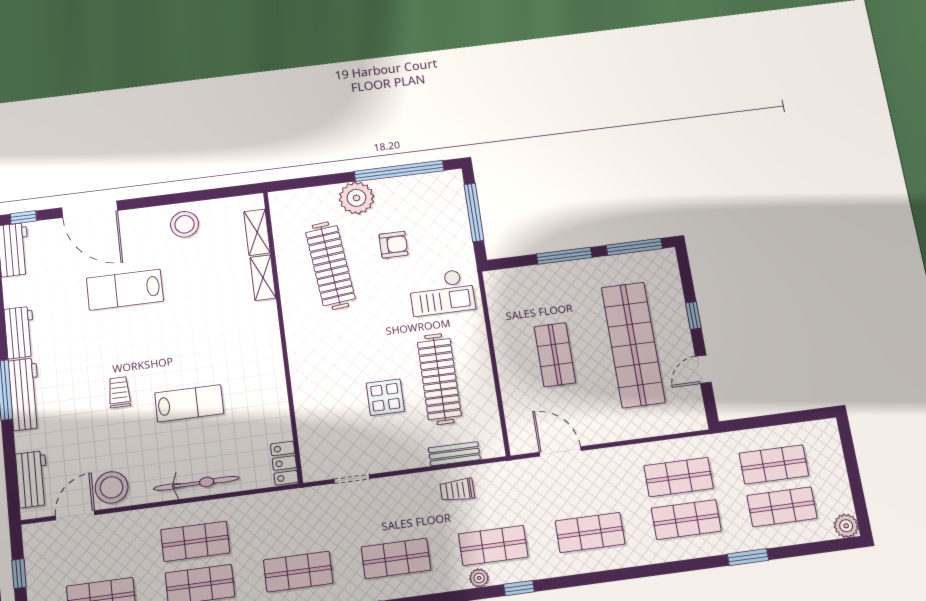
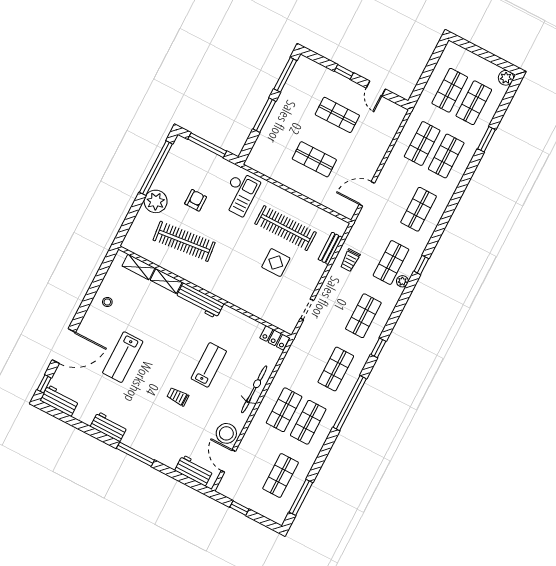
stool: (185, 224) -> (107, 302), width x0.53, depth x0.53
shop shelf: (633, 345) -> (337, 115), width x0.50, depth x0.74
workbench: (25, 394) -> (200, 301), moved, turned 180

